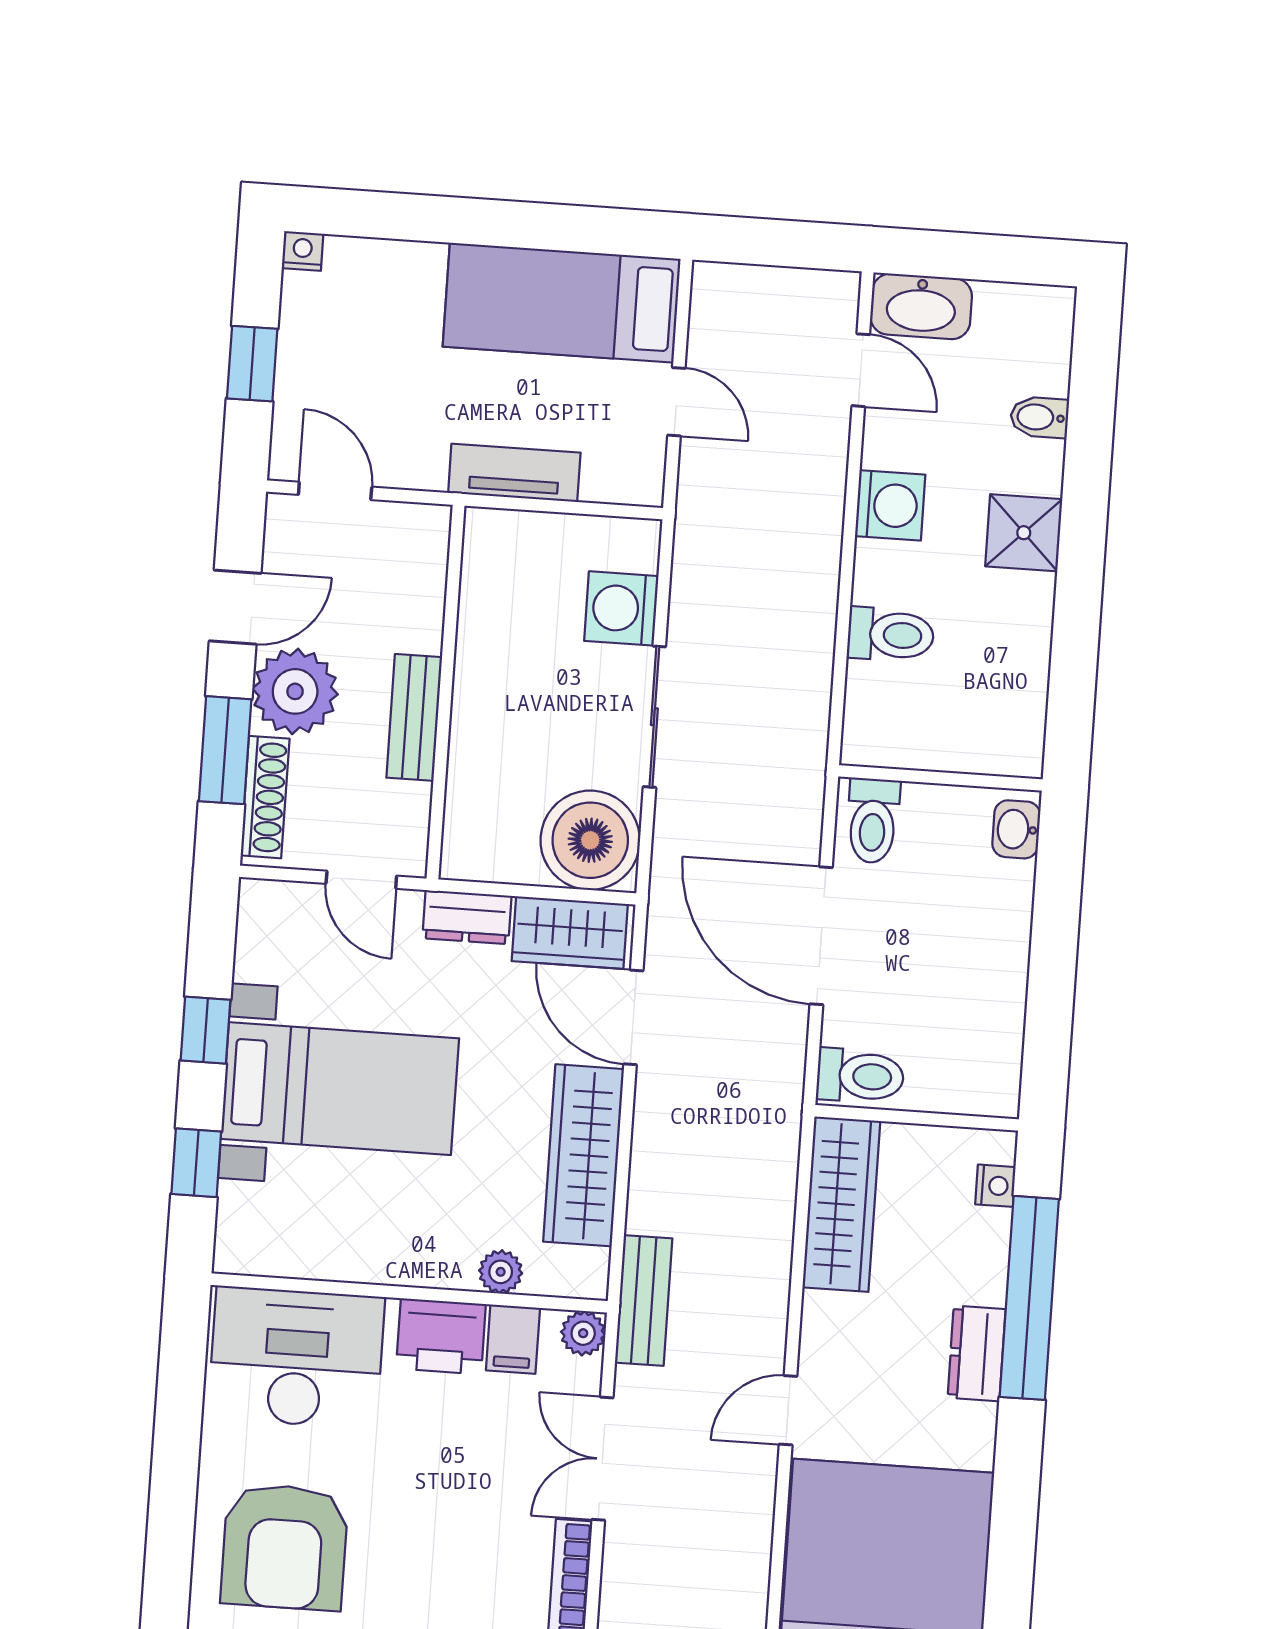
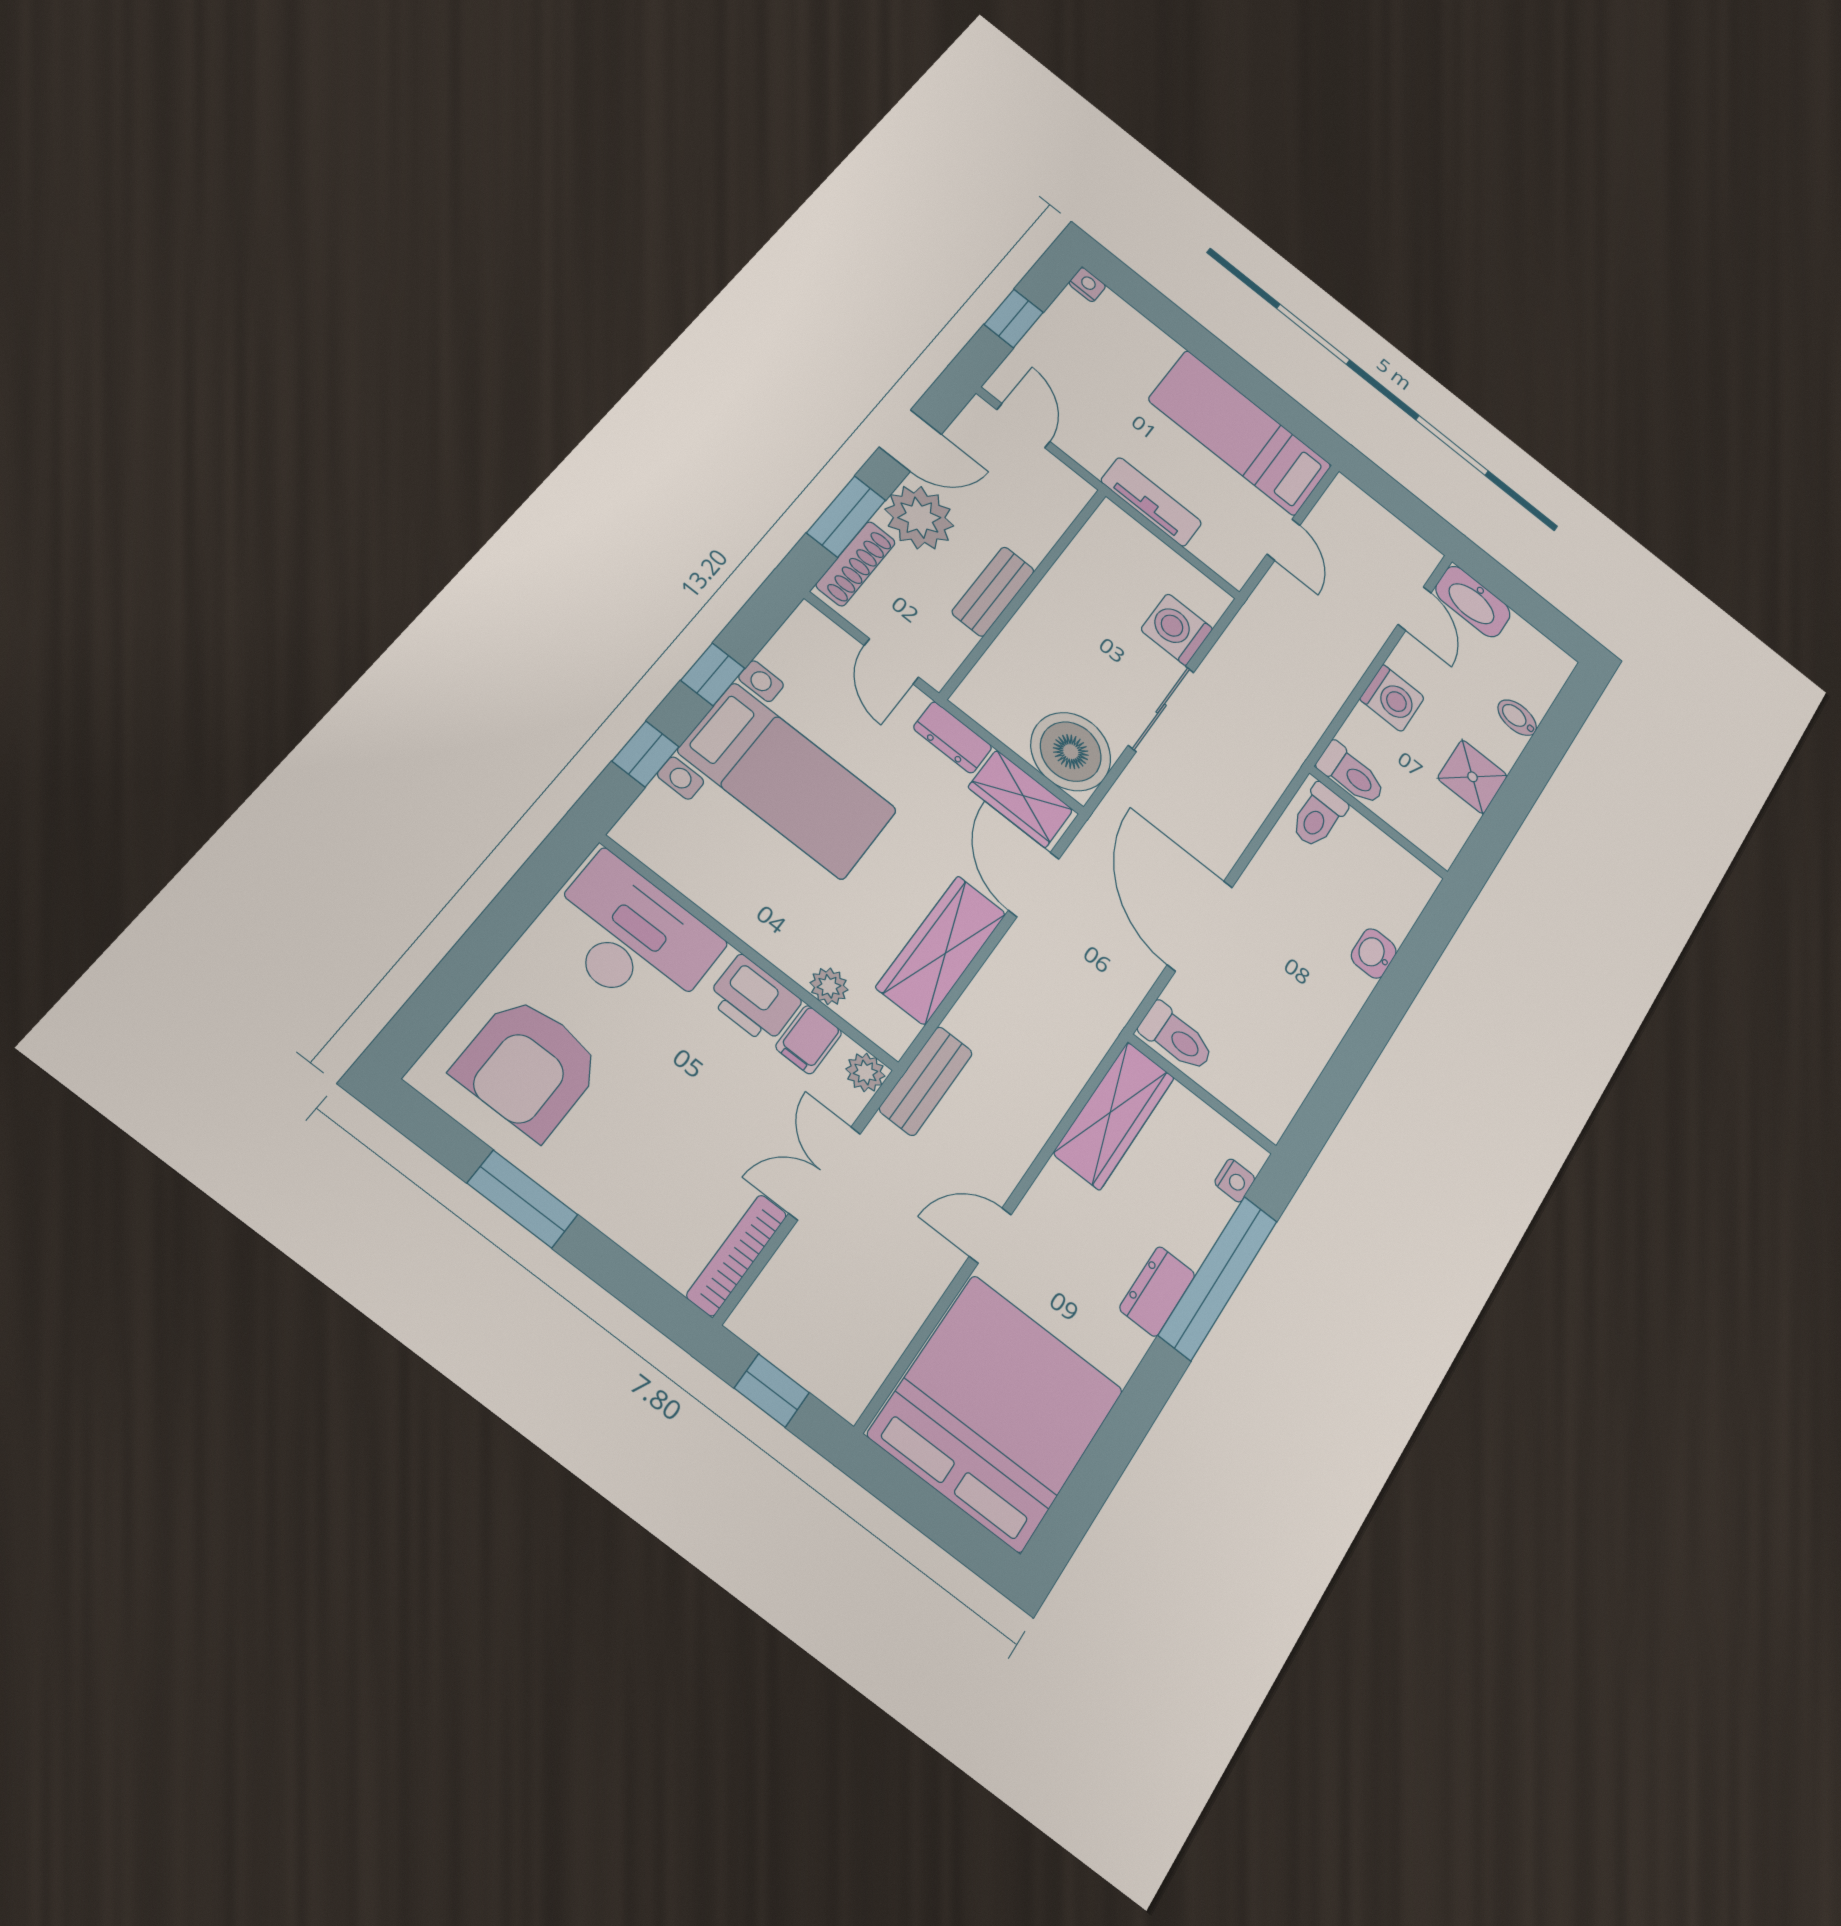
wall: (940, 778) -> (1379, 822), moved
toilet: (873, 821) -> (1318, 816), moved

